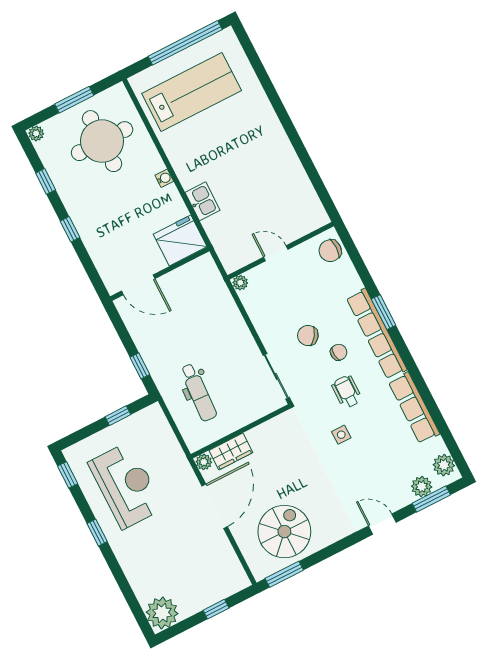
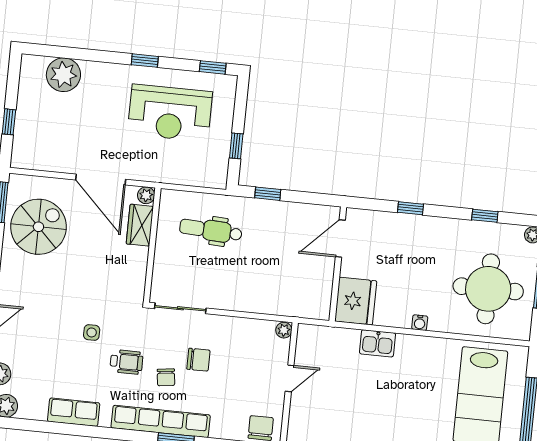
window: (70, 229) -> (411, 208), moved
chair: (308, 335) -> (198, 360), turned 54
row of seats: (414, 408) -> (74, 412), width x0.68
spiral stairs: (284, 532) -> (38, 227), turned -90
plant: (162, 613) -> (63, 75), moved

